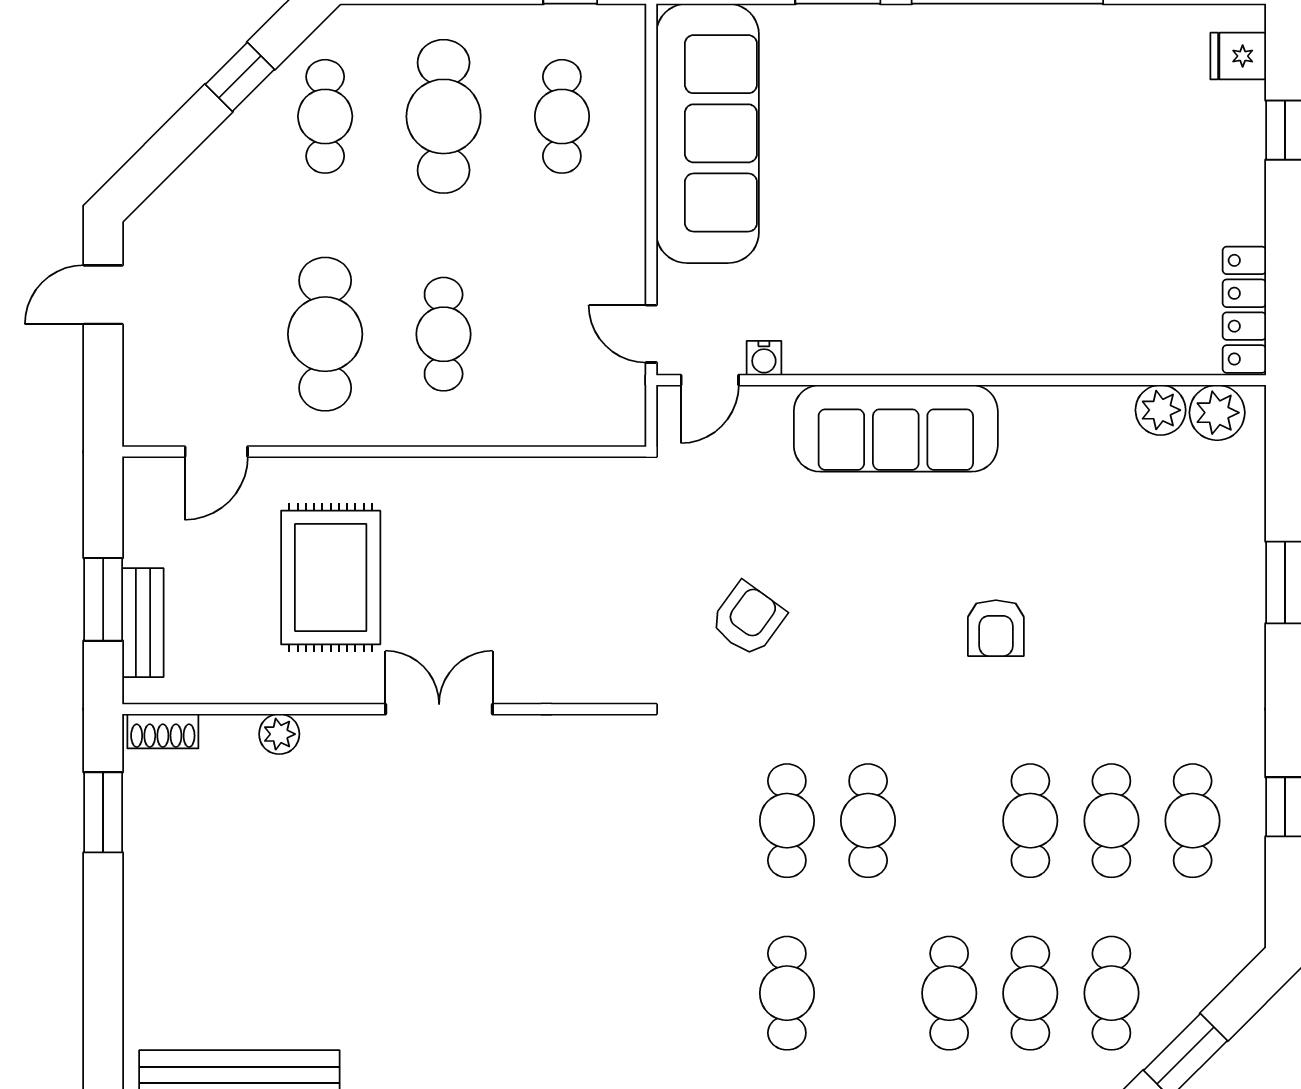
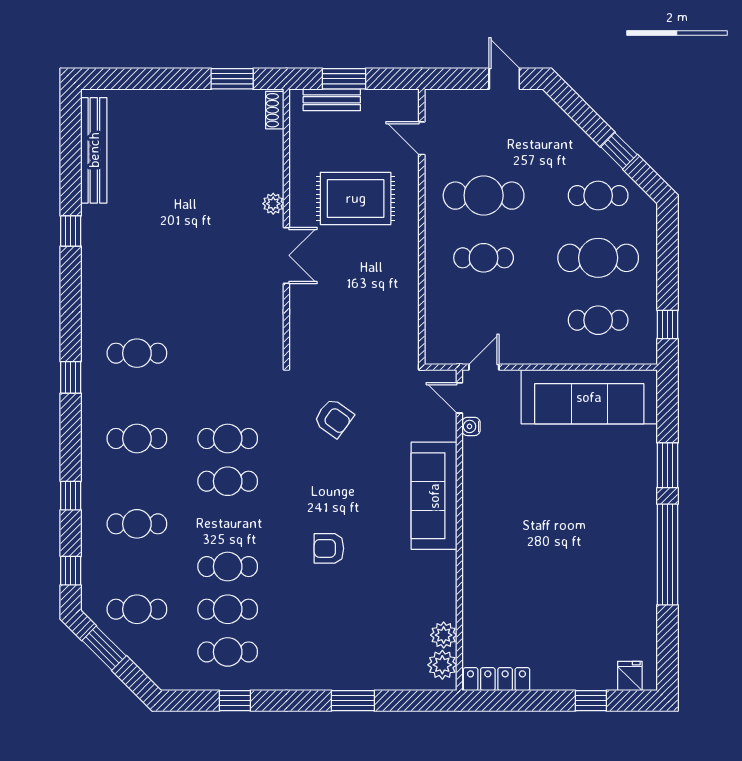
plant: (279, 734) -> (273, 204), moved
cafe table: (1030, 993) -> (137, 353), moved

